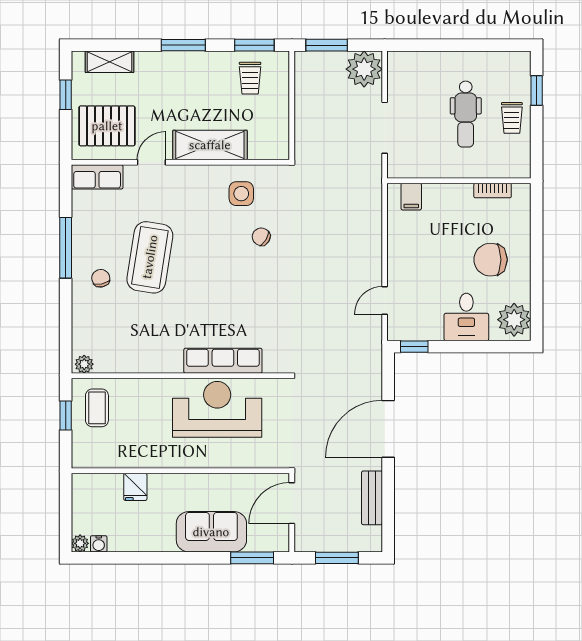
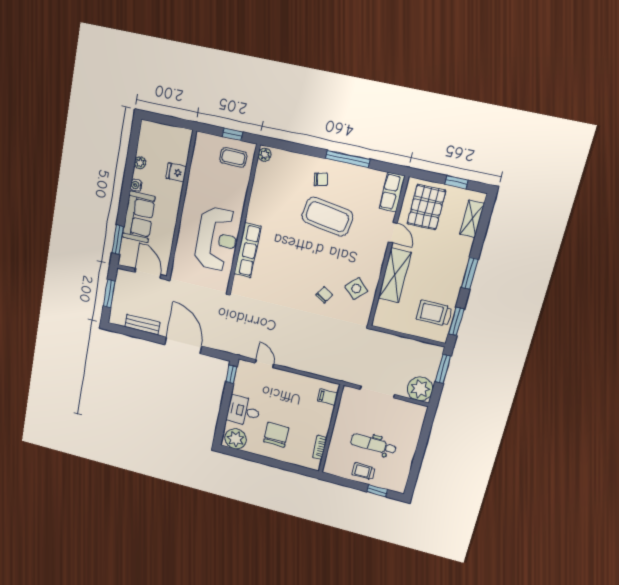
trolley: (250, 78) -> (434, 313), width x1.36, depth x1.39
side table: (241, 194) -> (356, 289), turned 45
plant: (80, 543) -> (140, 163), moved
water cooler: (99, 544) -> (136, 185), moved

